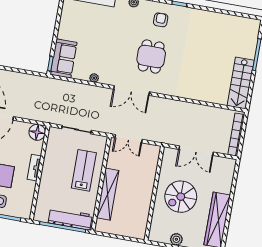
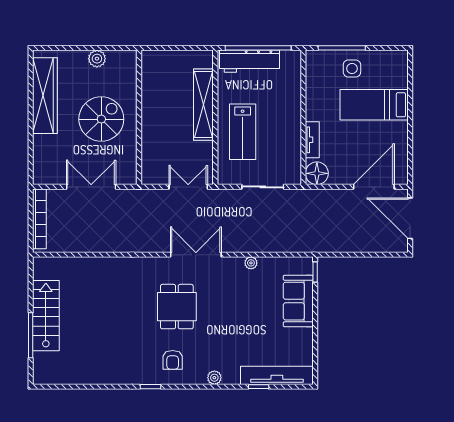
sofa: (64, 58) -> (298, 301), moved
stairs: (241, 83) -> (46, 316), moved
tv unit: (34, 168) -> (312, 140), moved

